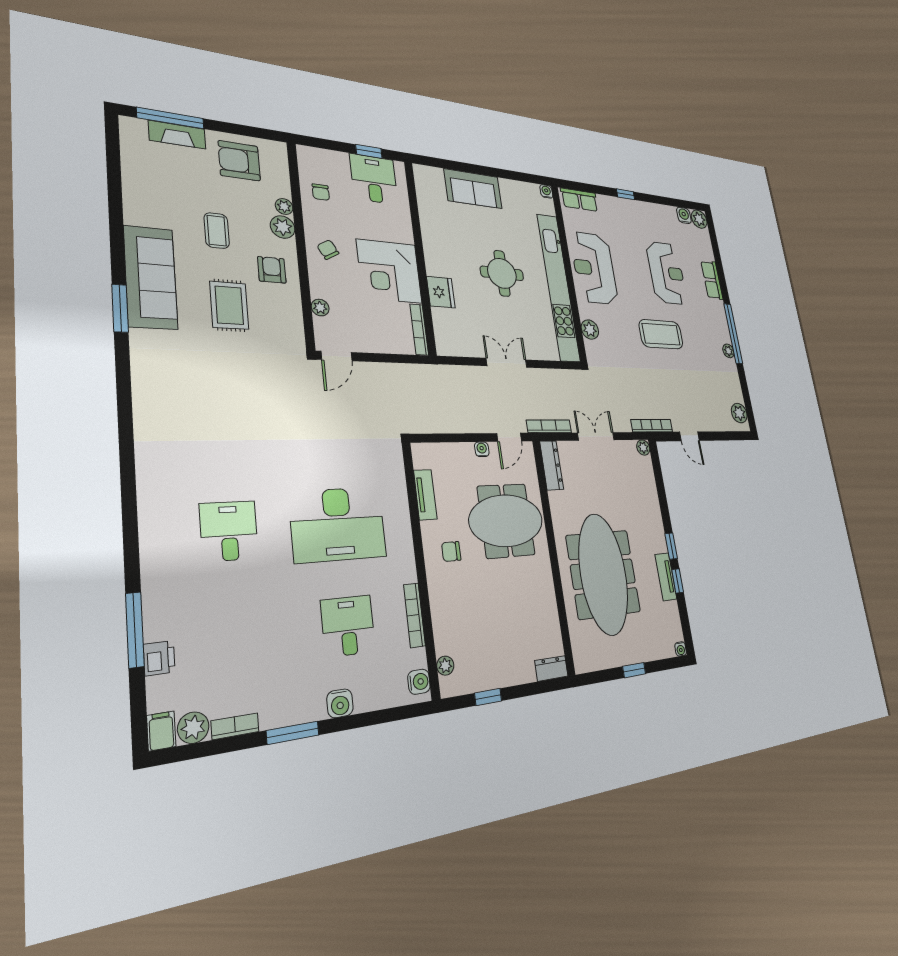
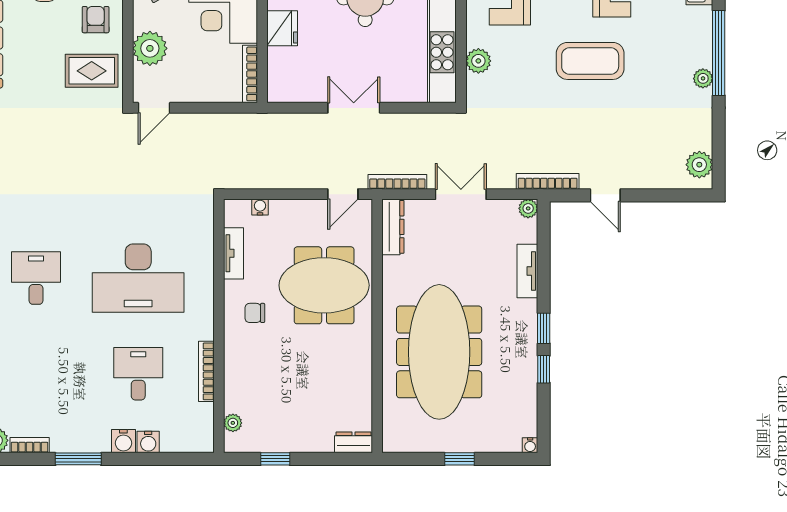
rug: (229, 305) -> (92, 71), moved, turned 90
plant: (320, 308) -> (150, 48), width x1.87, depth x1.87
water cooler: (482, 449) -> (260, 207), moved
tv unit: (666, 577) -> (527, 271), moved
water cooler: (419, 682) -> (148, 442), moved, turned 90

